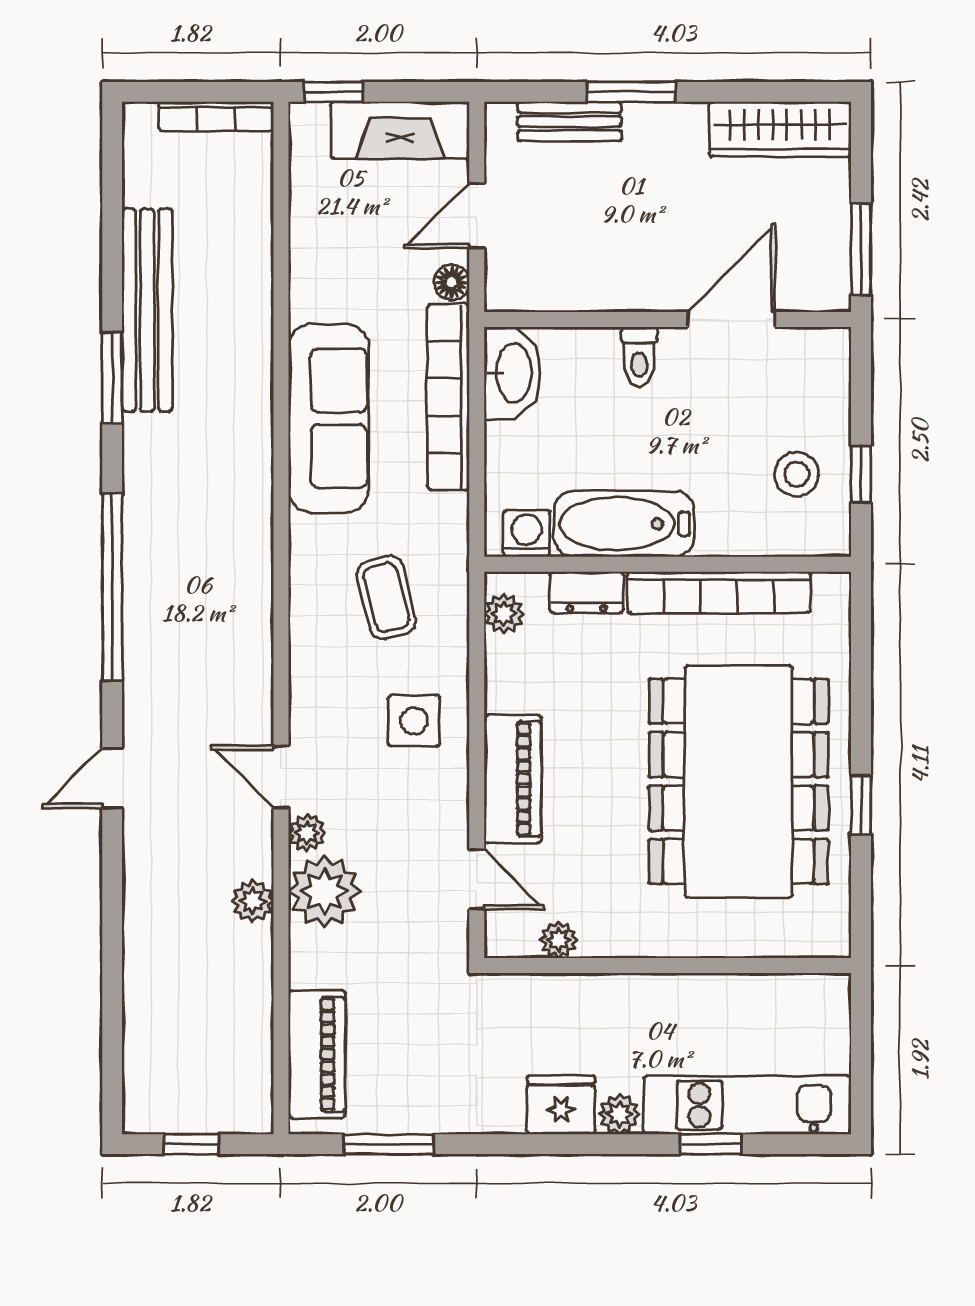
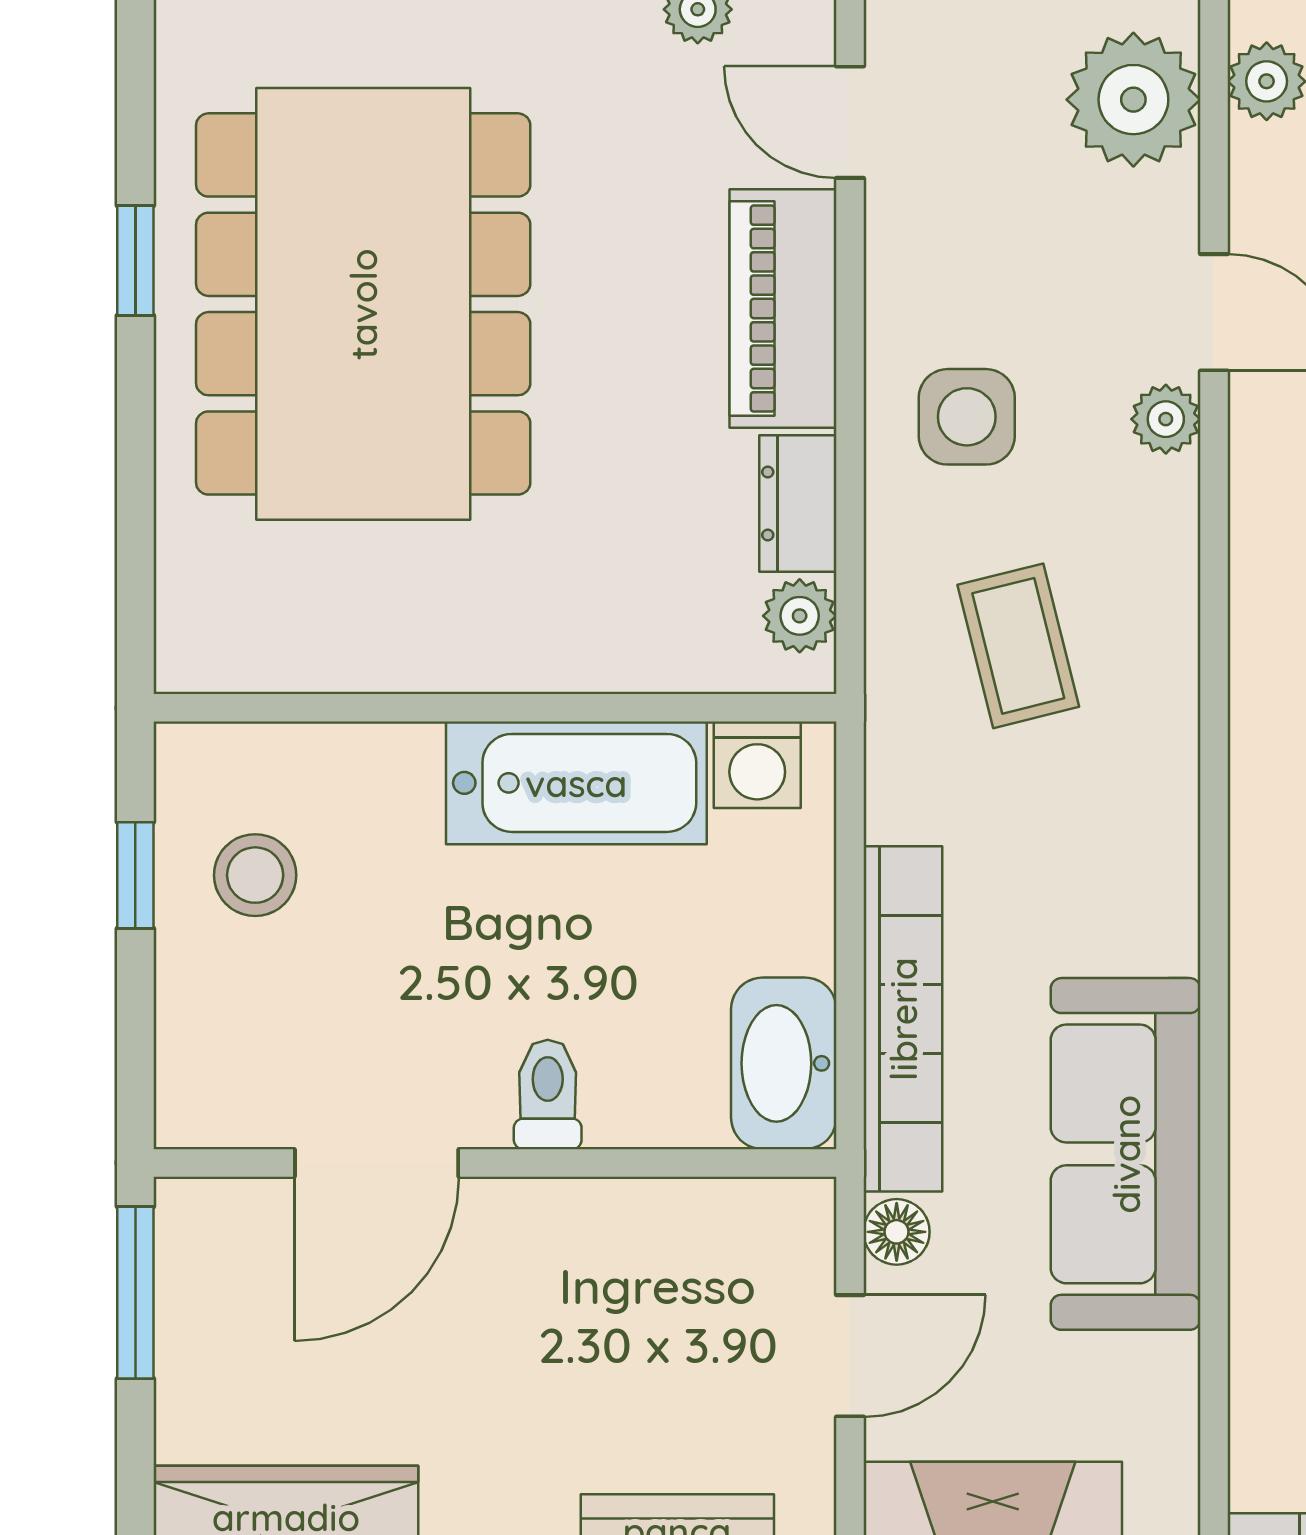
sofa: (329, 418) -> (1126, 1154), moved
dresser: (587, 592) -> (798, 504), moved, turned -90
bookcase: (719, 592) -> (400, 656), removed
plant: (307, 833) -> (1166, 419), moved

